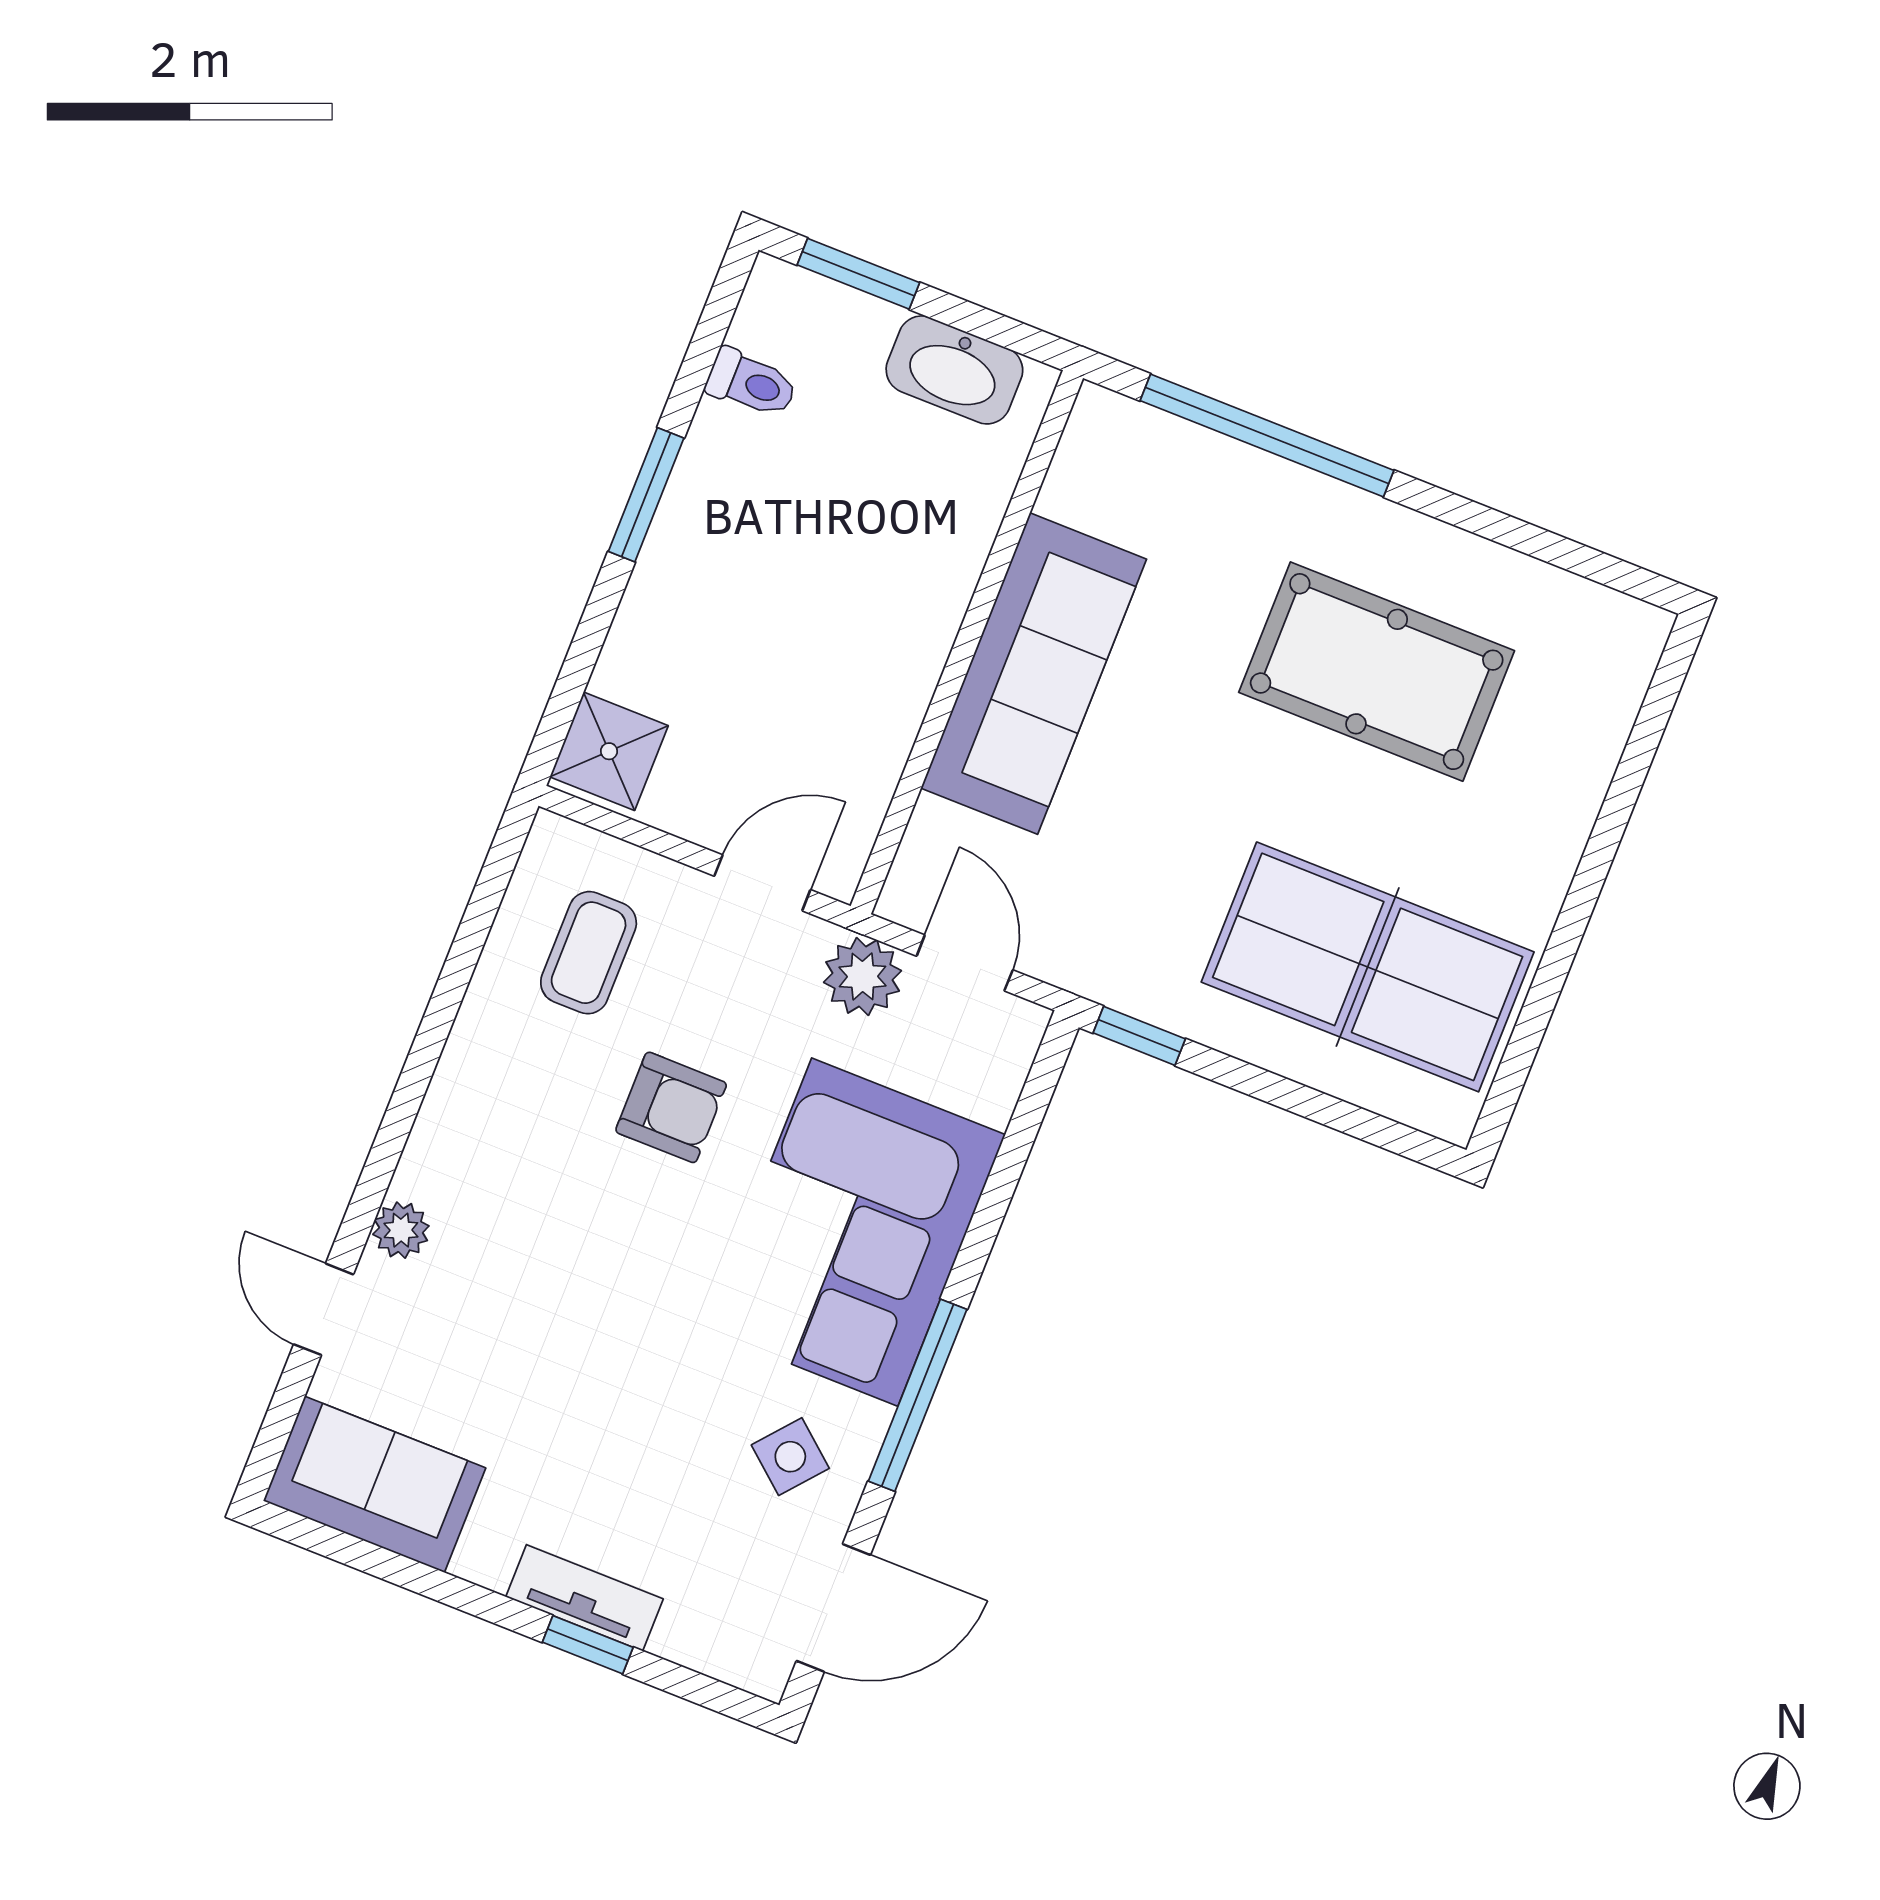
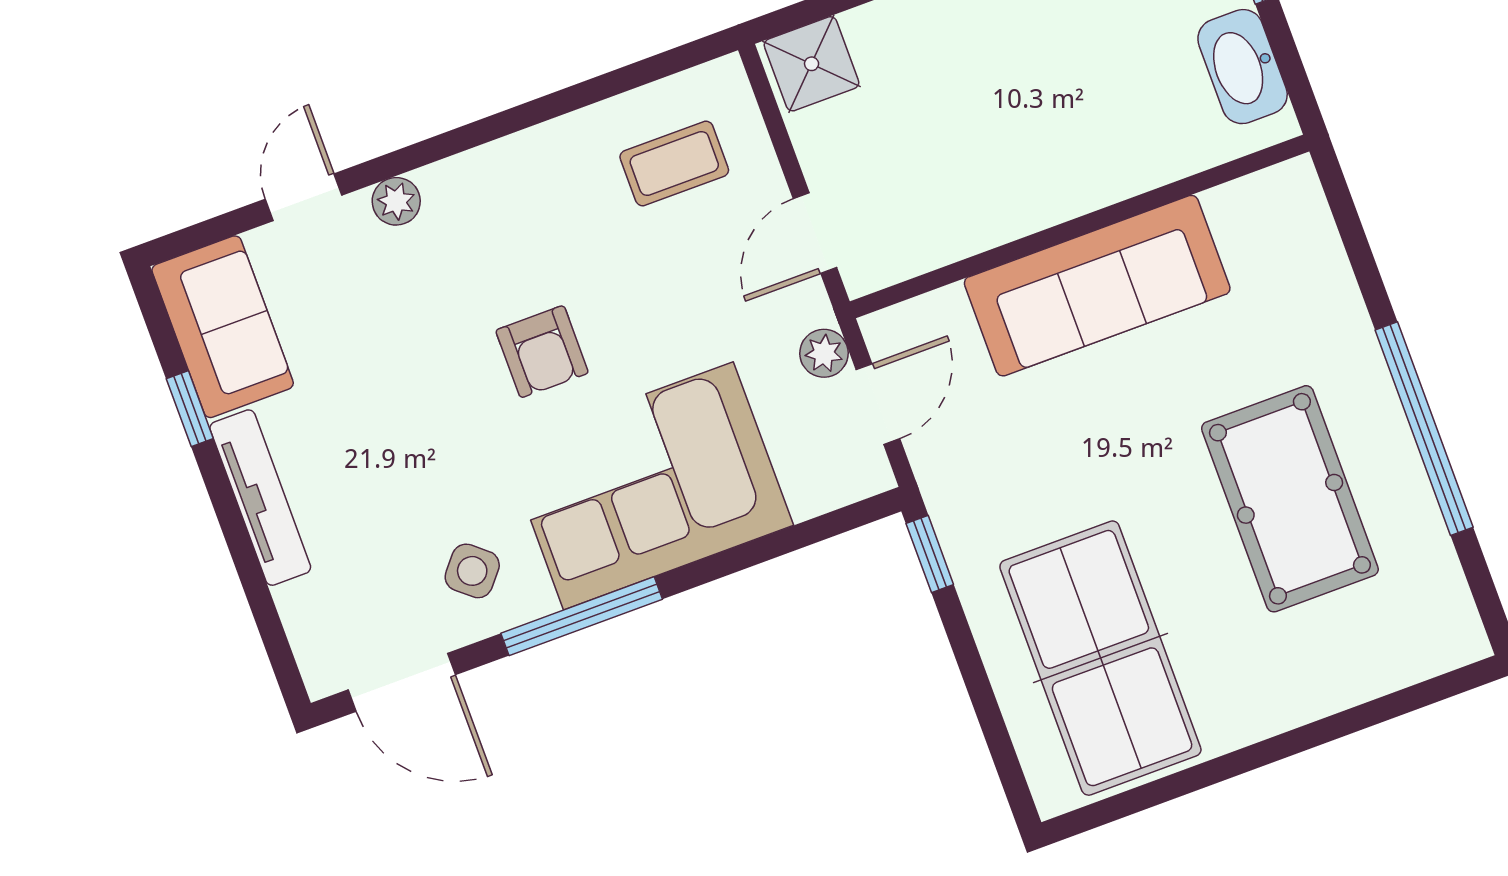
window: (1267, 435) -> (1424, 429), moved
door: (762, 883) -> (815, 233), swing flipped
plant: (863, 977) -> (824, 353), width x0.73, depth x0.73
armchair: (671, 1107) -> (542, 352), moved
tv unit: (584, 1598) -> (260, 498), width x1.41
window: (588, 1645) -> (190, 409), moved

